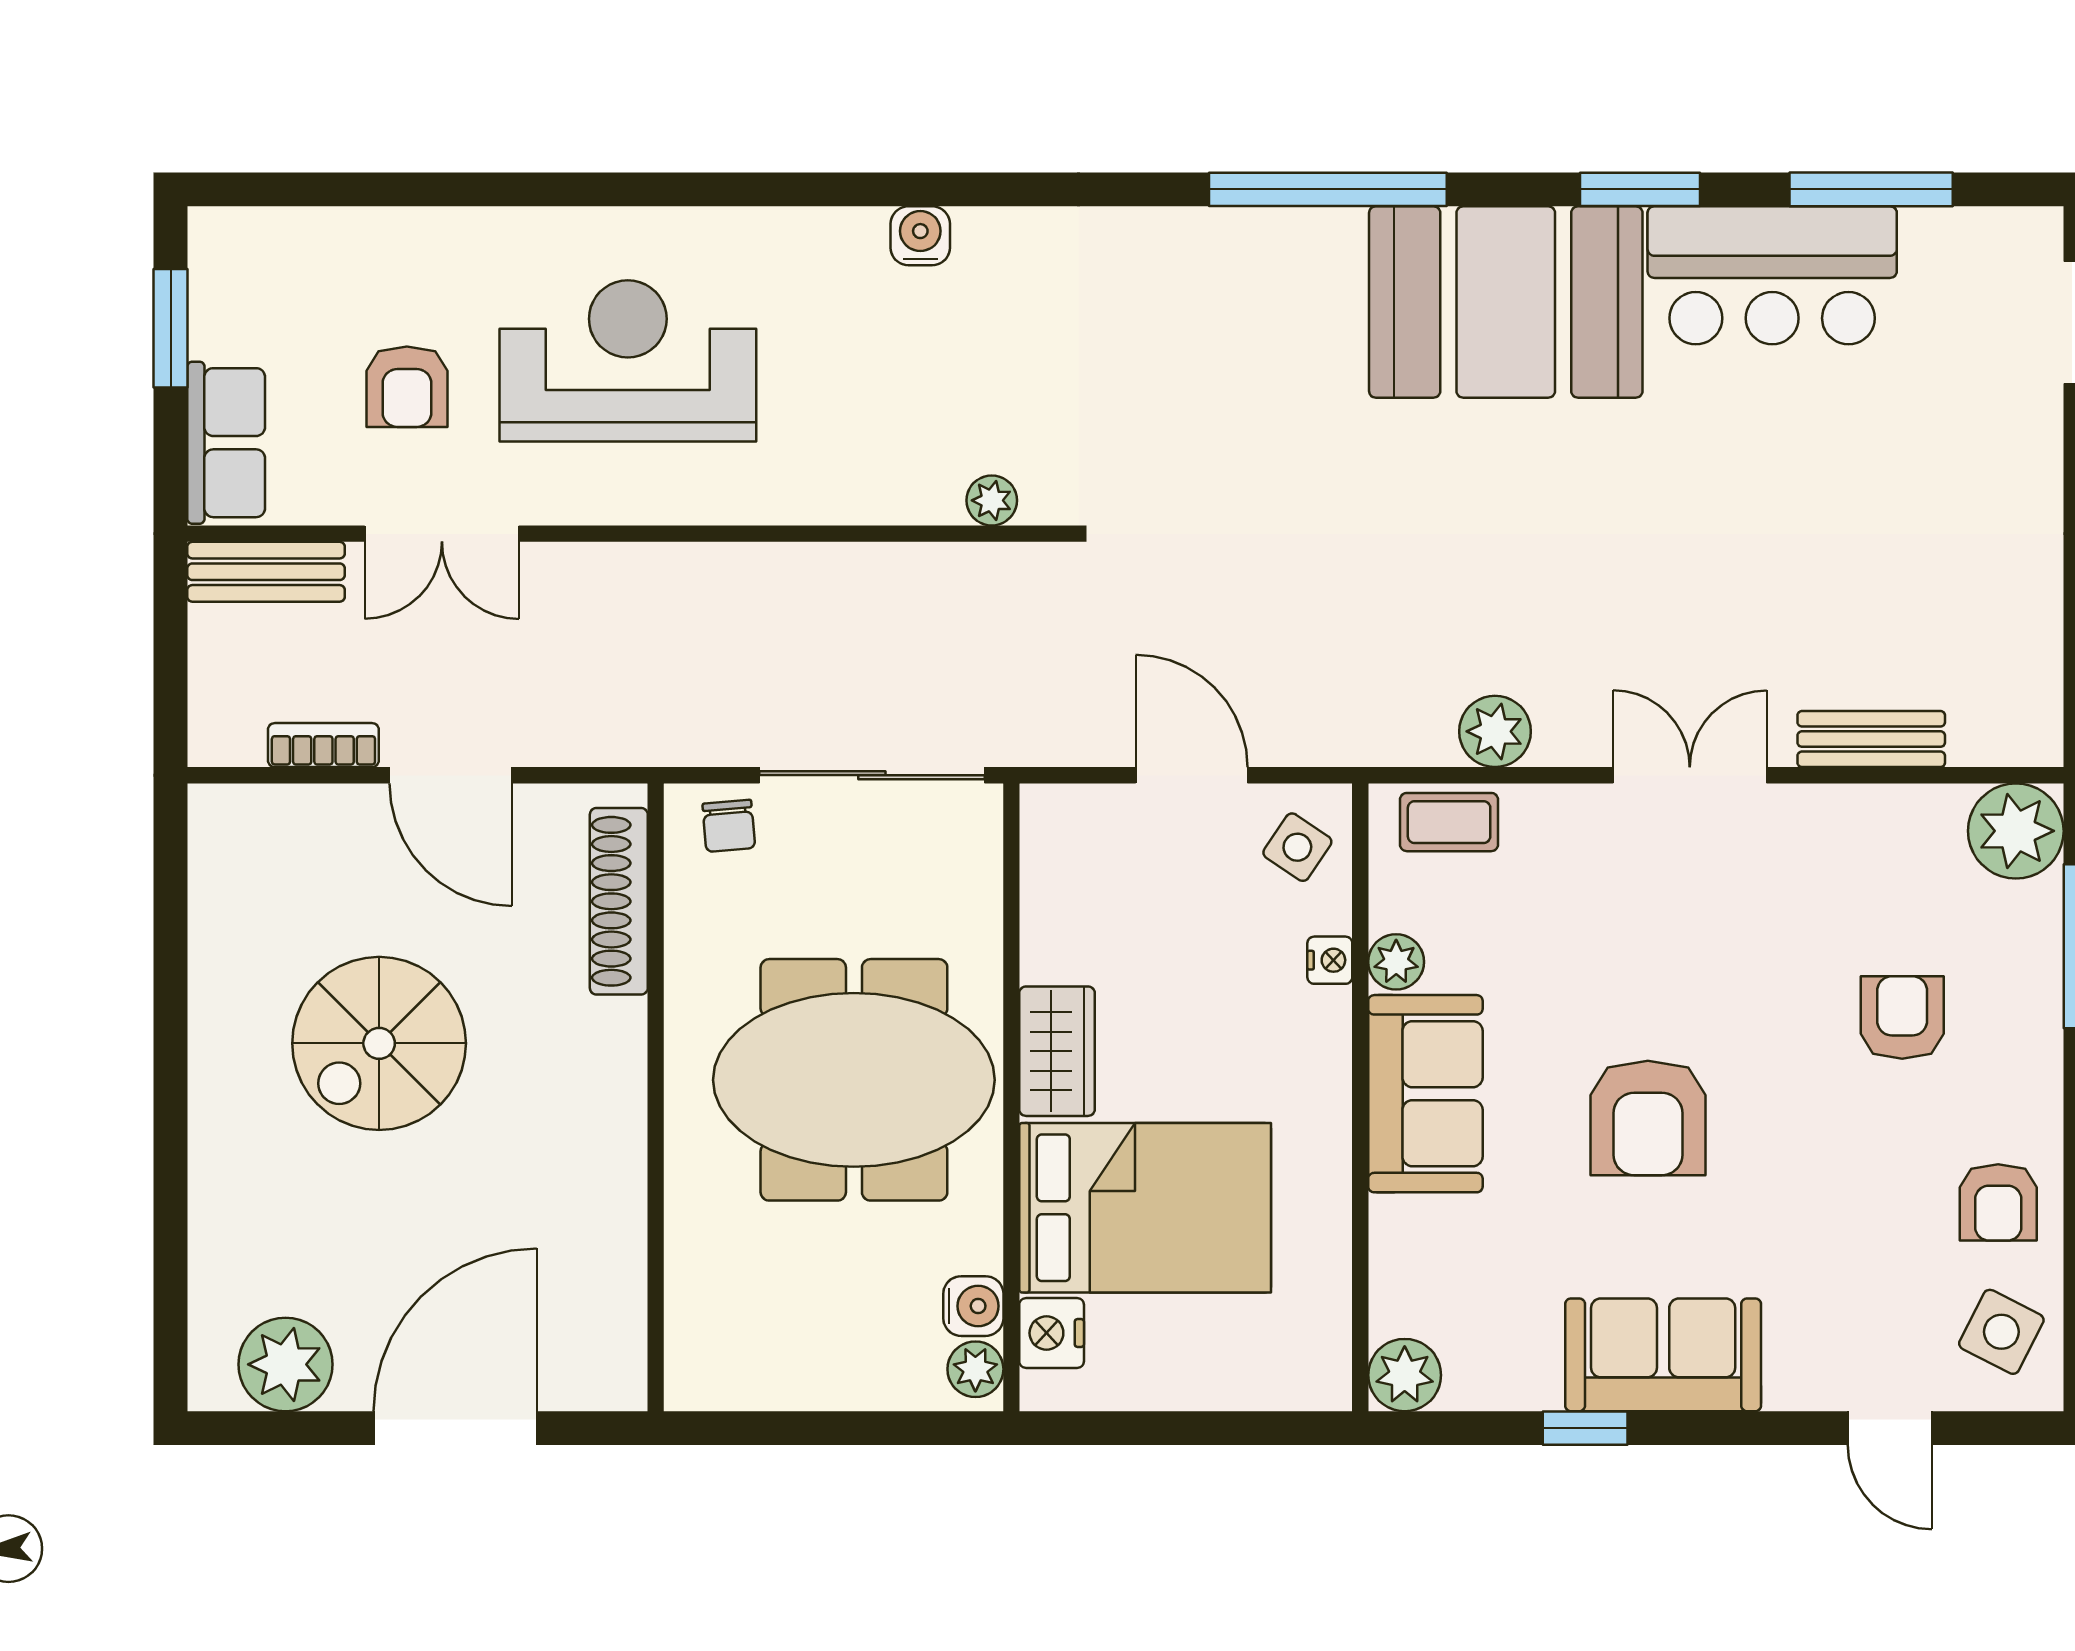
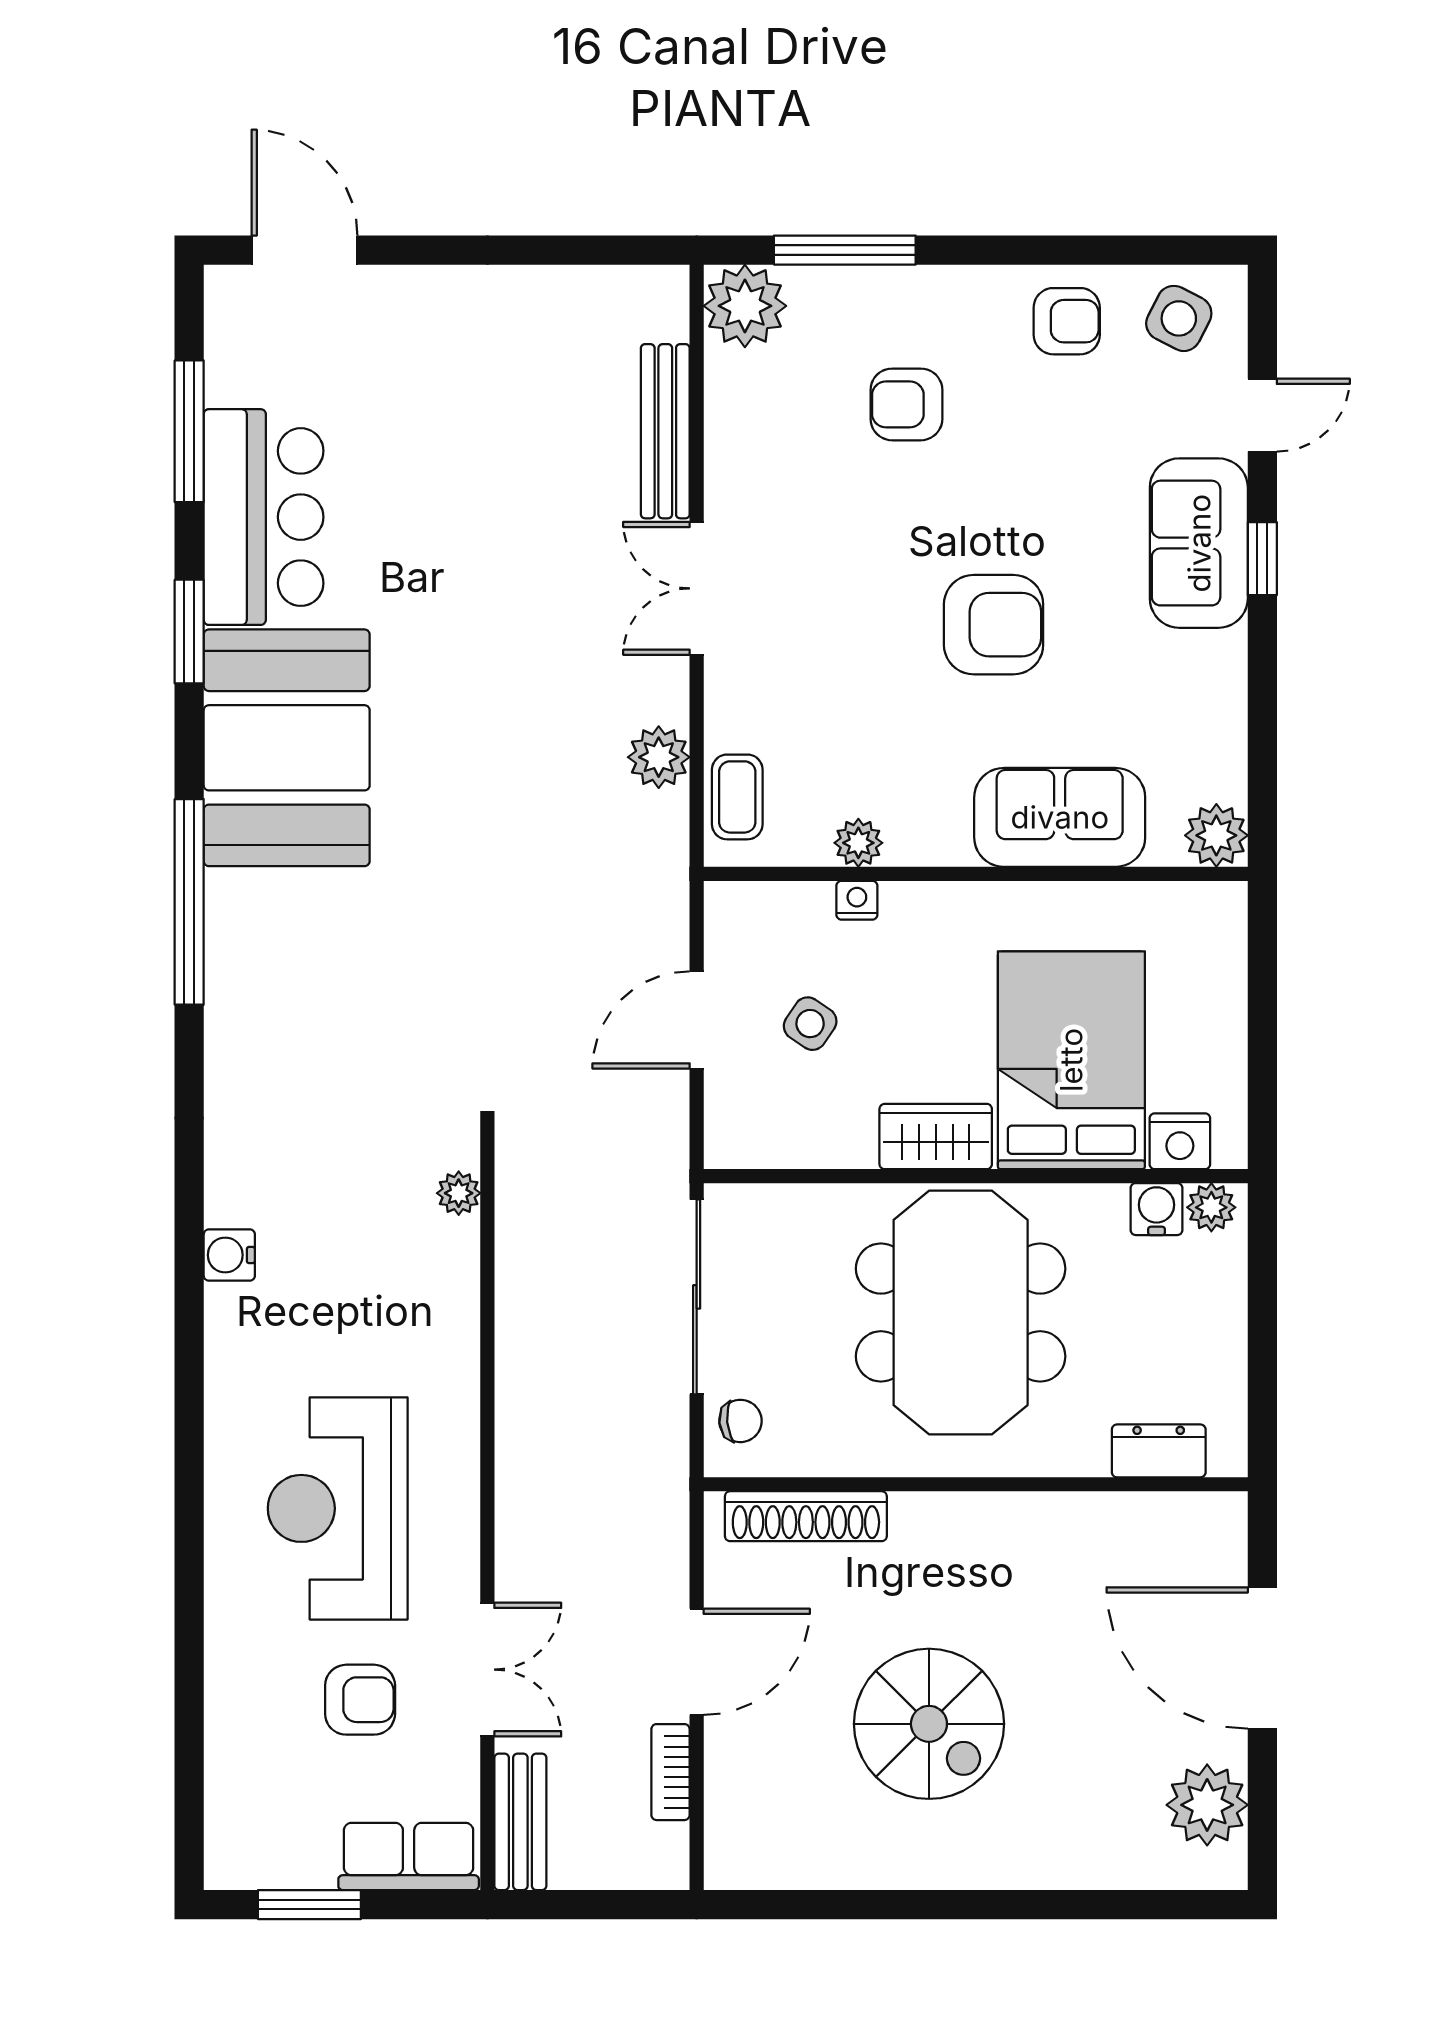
bench: (1871, 739) -> (665, 431), width x1.36
side table: (1297, 847) -> (810, 1024), moved
sofa: (1425, 1094) -> (1060, 817), moved
dresser: (694, 1309) -> (1159, 1451), added
sofa: (1663, 1355) -> (1199, 543), moved
window: (1585, 1428) -> (1262, 559), moved

